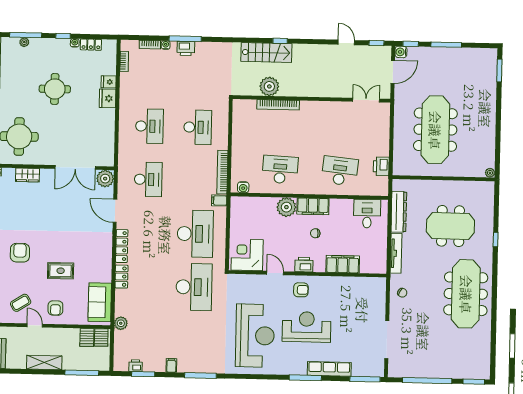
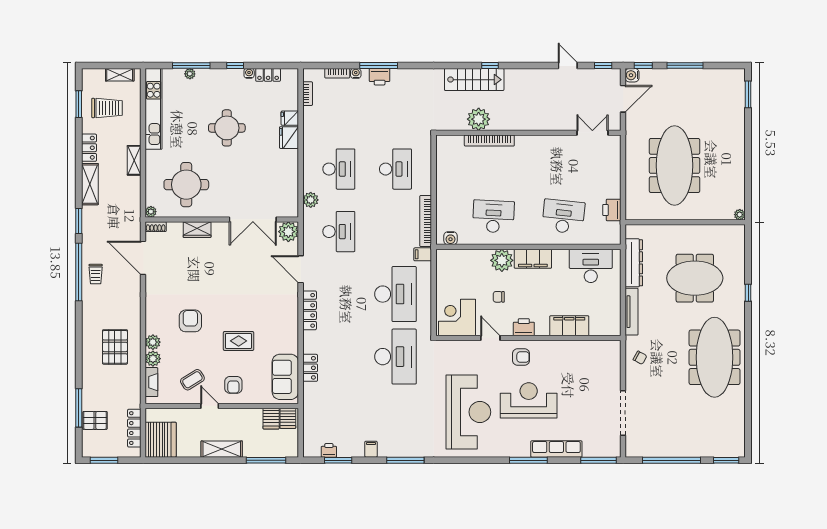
desk: (367, 214) -> (591, 266), width x1.37
chair: (315, 233) -> (499, 297), moved
locker: (121, 277) -> (310, 368), moved
plant: (121, 323) -> (311, 200), moved

